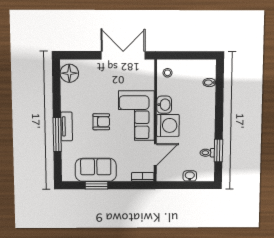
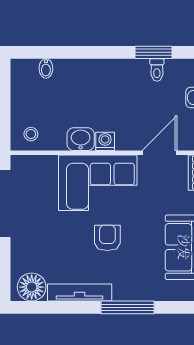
washing machine: (168, 125) -> (105, 141), width x0.53, depth x0.53
tv unit: (67, 126) -> (80, 292), moved, width x1.41
door: (155, 154) -> (159, 153), hinge flipped

